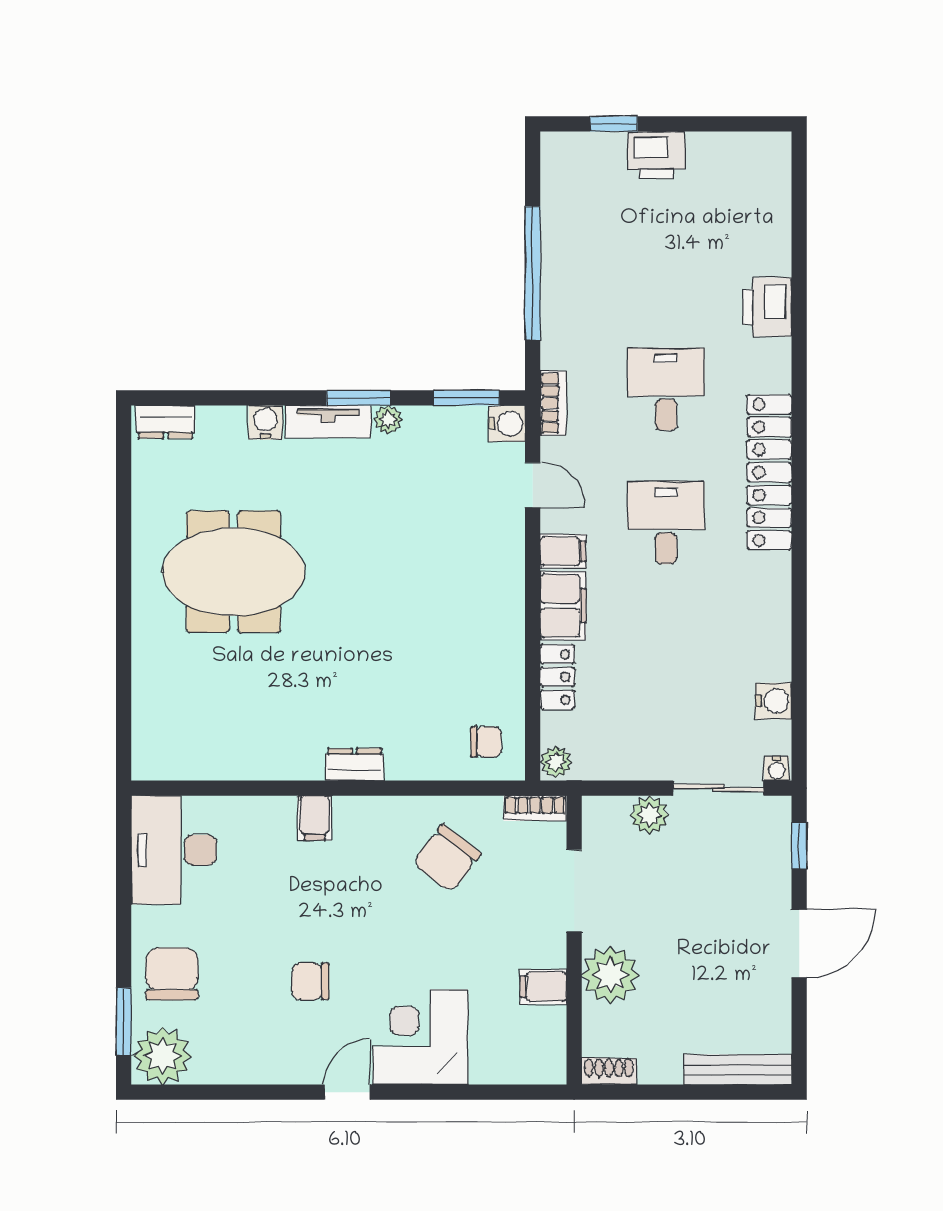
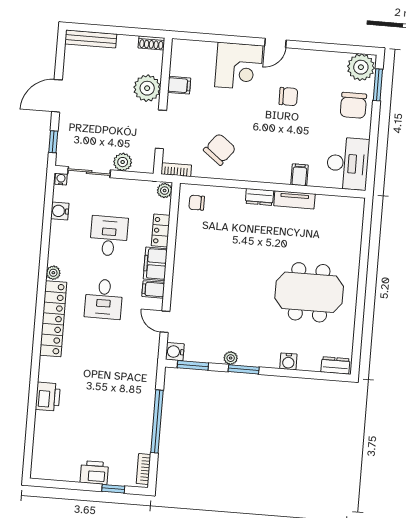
desk: (666, 389) -> (109, 236), moved, turned 180
bookcase: (553, 403) -> (144, 469), moved
tv unit: (328, 422) -> (294, 200), moved, turned 180
plant: (777, 570) -> (53, 273), added
filing cabinet: (315, 818) -> (299, 175), moved

